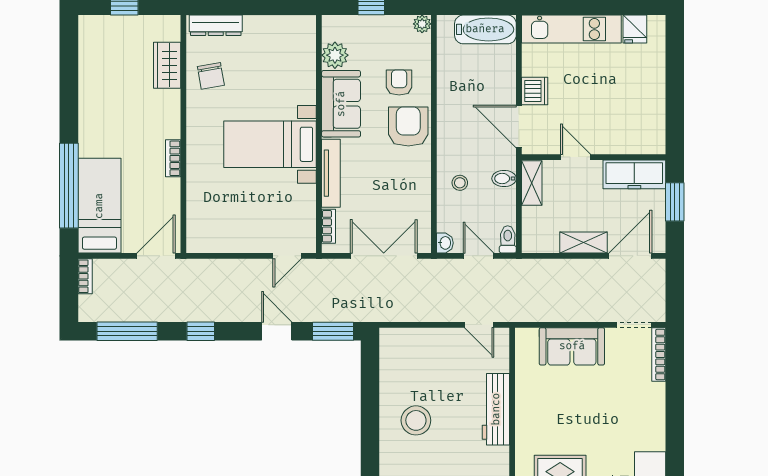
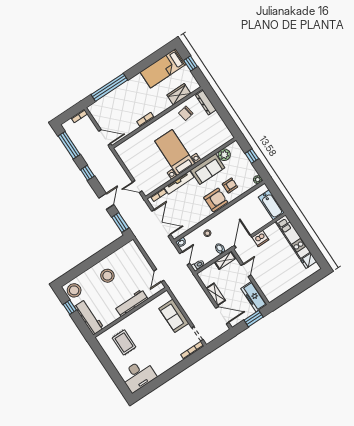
bed: (99, 206) -> (163, 68), moved, turned 180

